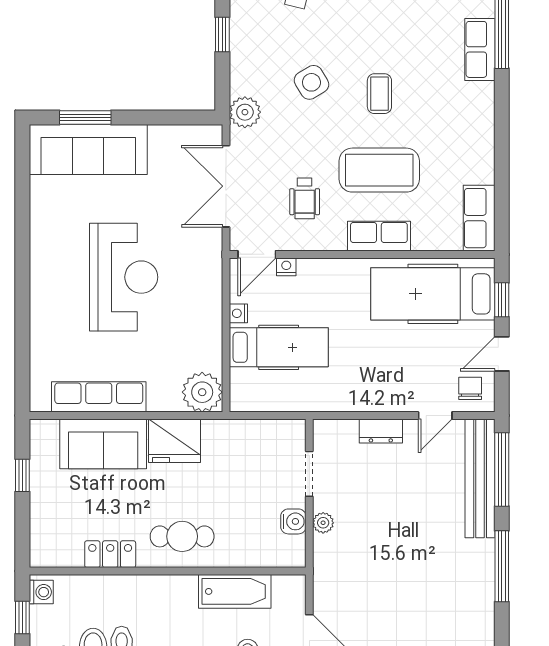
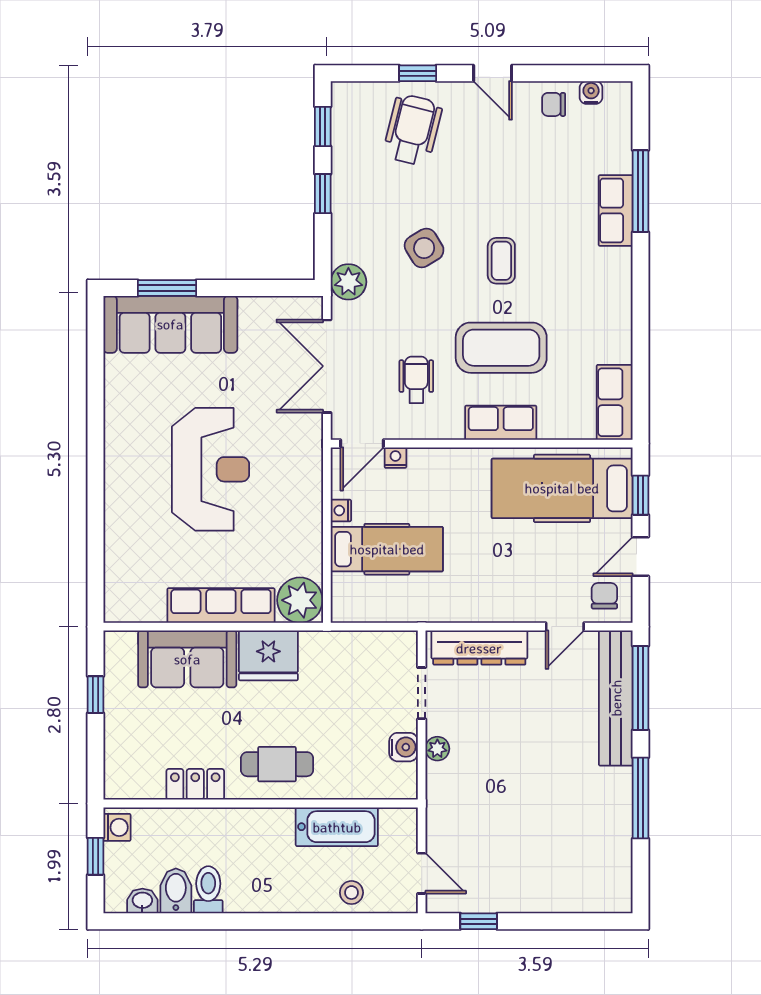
wheelchair: (305, 198) -> (416, 380), turned 180
row of seats: (99, 397) -> (221, 606), moved
dresser: (381, 431) -> (479, 648), width x1.96, depth x1.24

